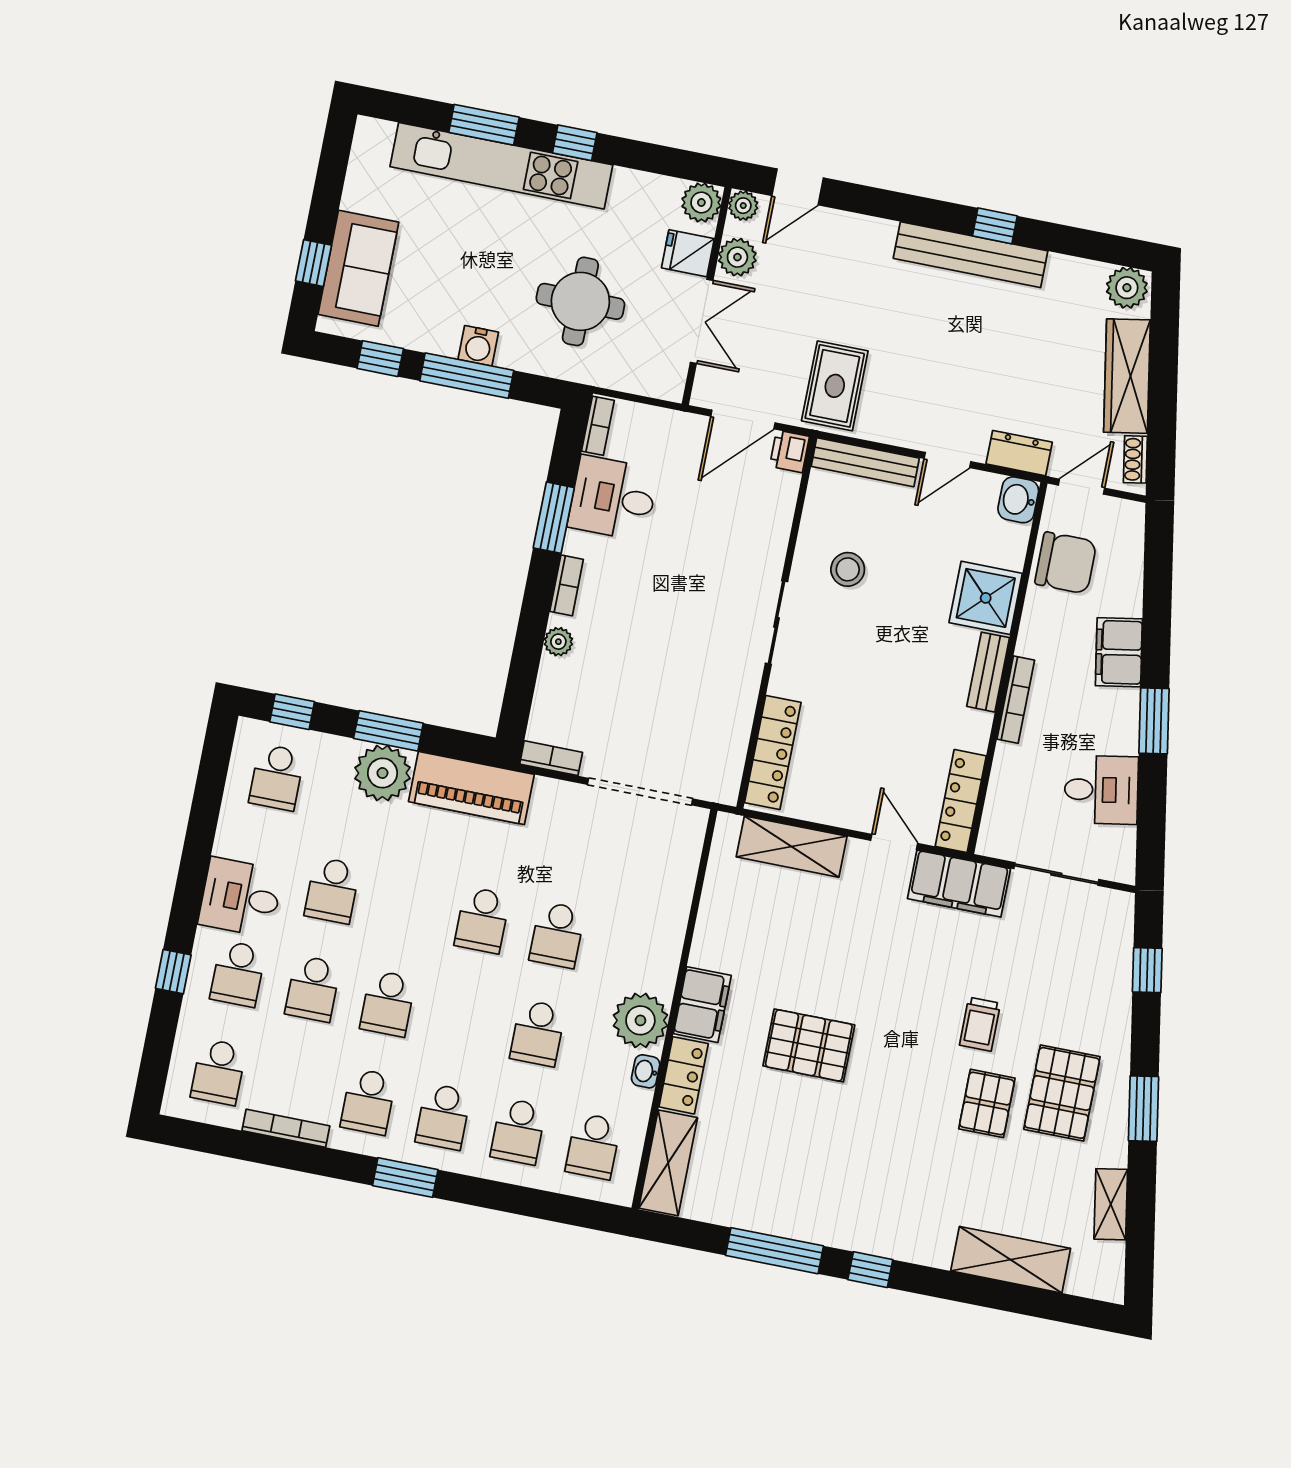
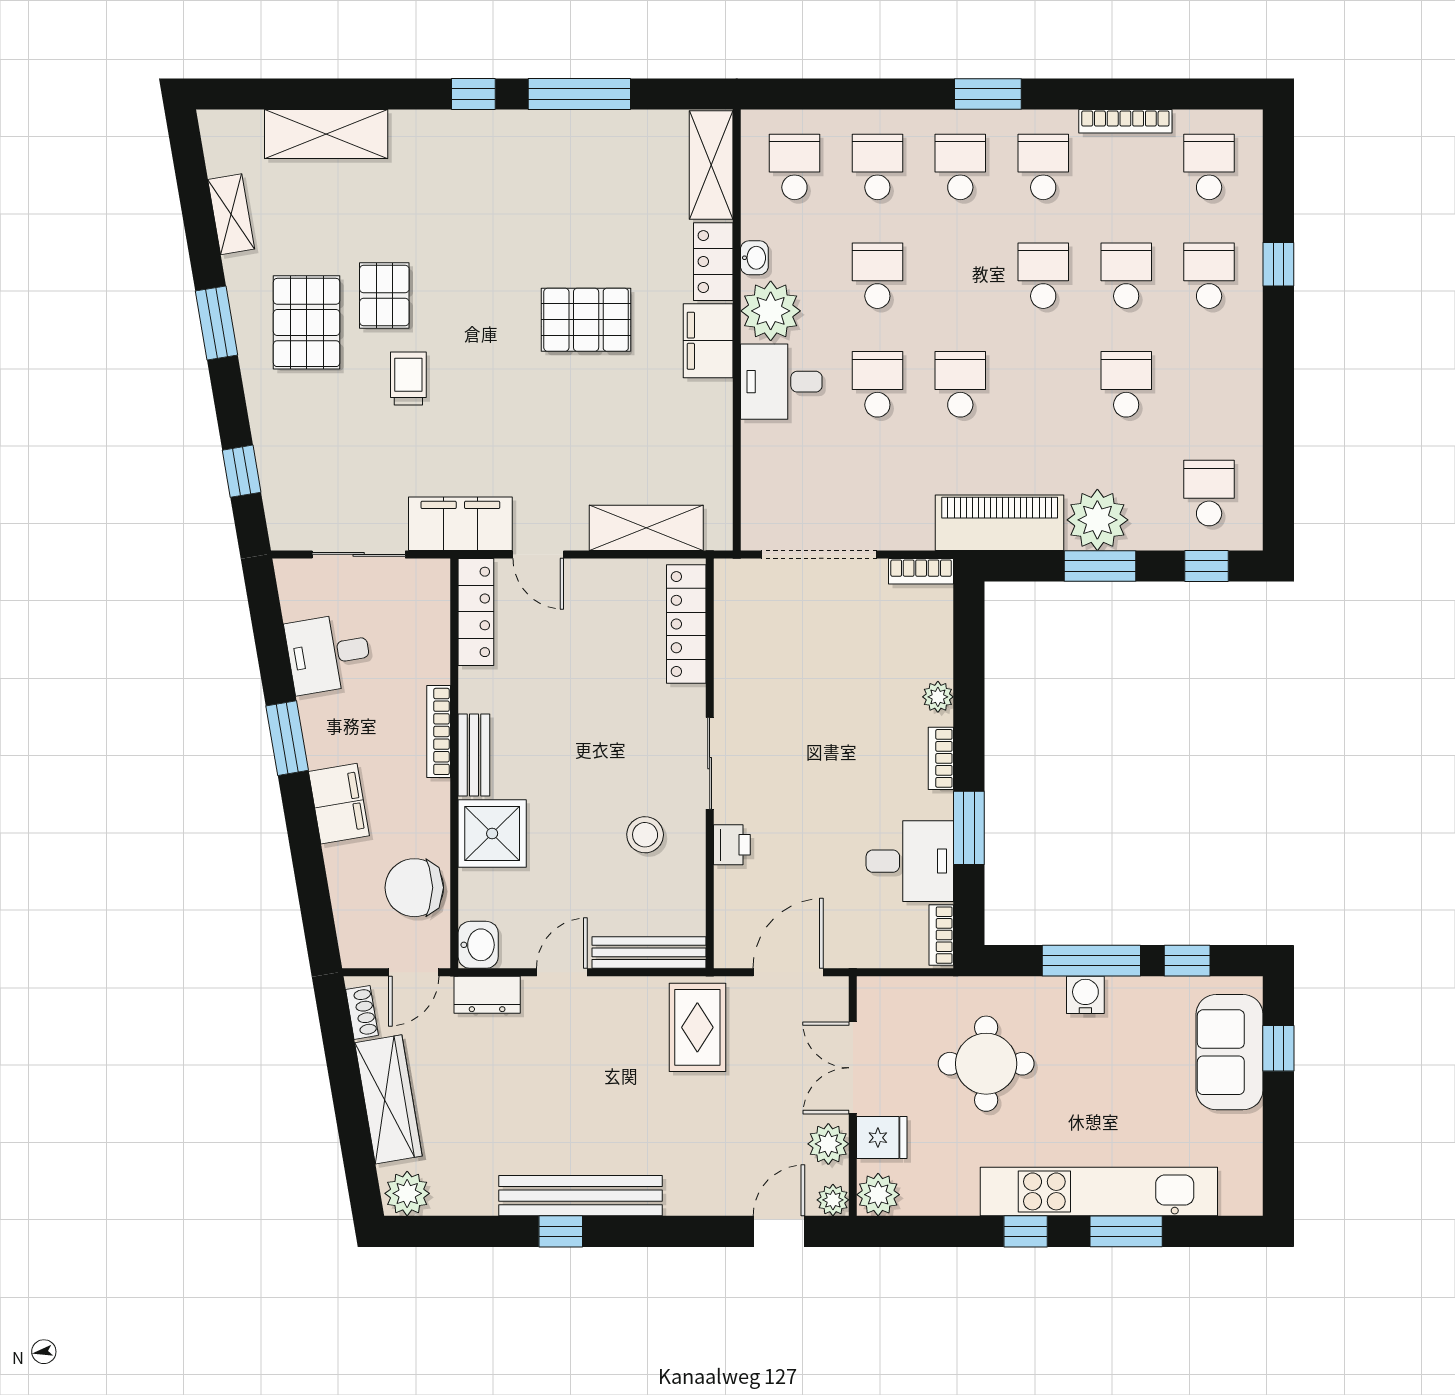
printer: (790, 451) -> (732, 845), moved
desk: (241, 897) -> (781, 382), moved, turned 180

